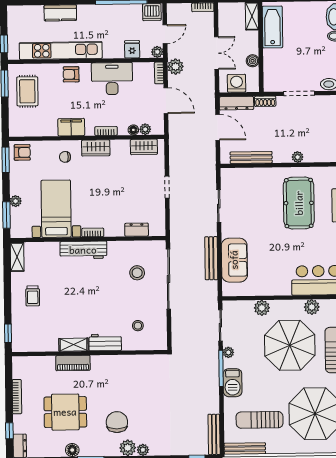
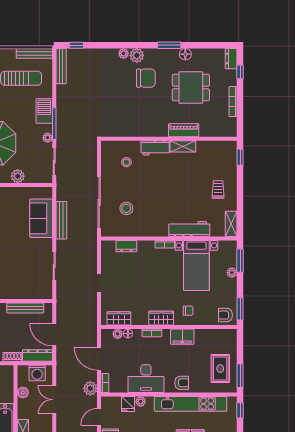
plant: (157, 52) -> (141, 401), moved
workbench: (83, 250) -> (189, 229), moved
chair: (117, 422) -> (146, 78), turned -90

